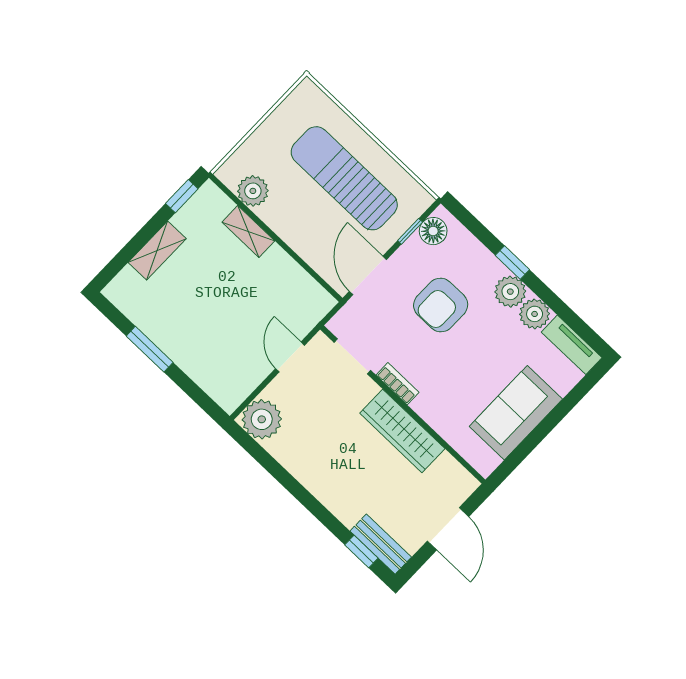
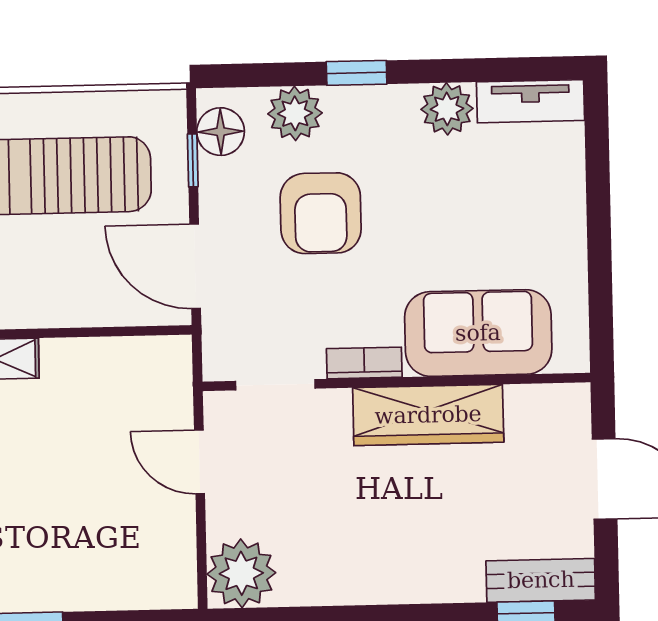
plant: (510, 292) -> (295, 113), moved
sofa: (516, 413) -> (478, 333), moved, turned 90

